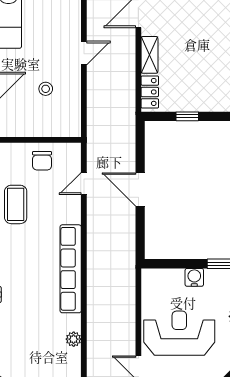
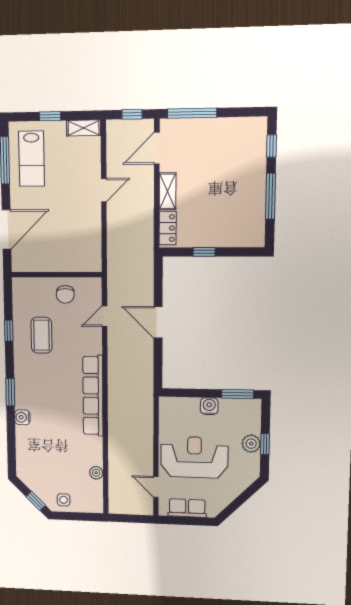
stool: (46, 89) -> (68, 225), removed
plant: (74, 339) -> (96, 473), moved

